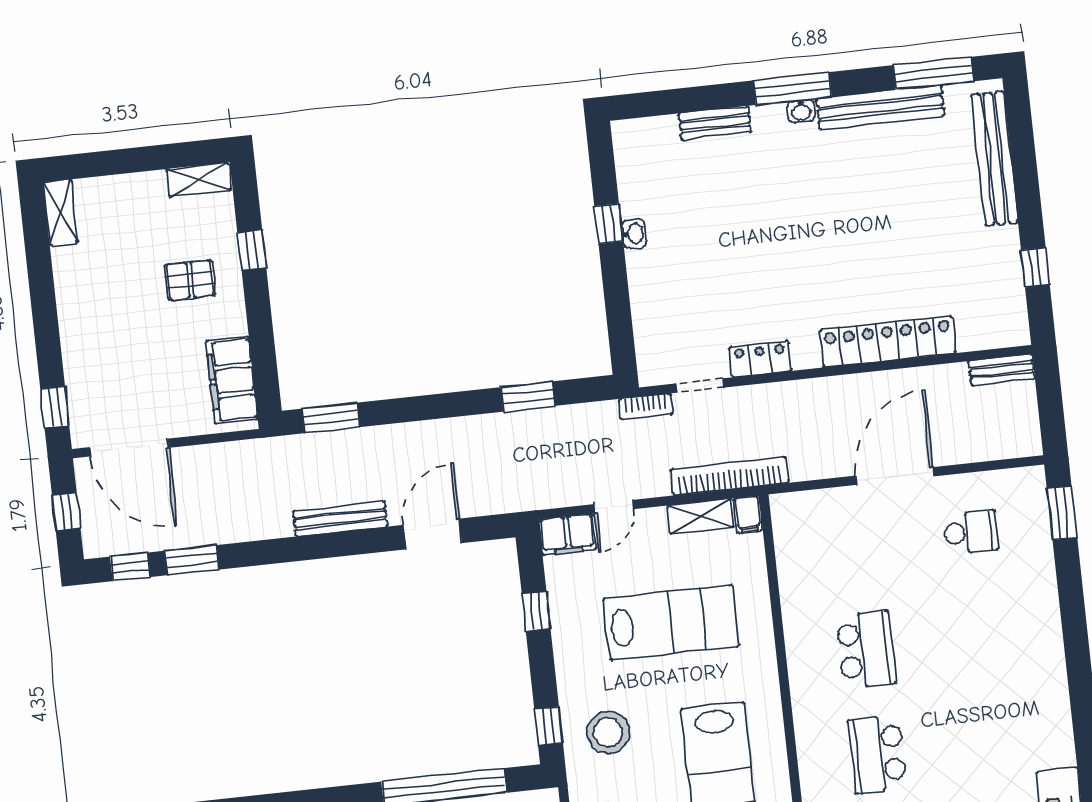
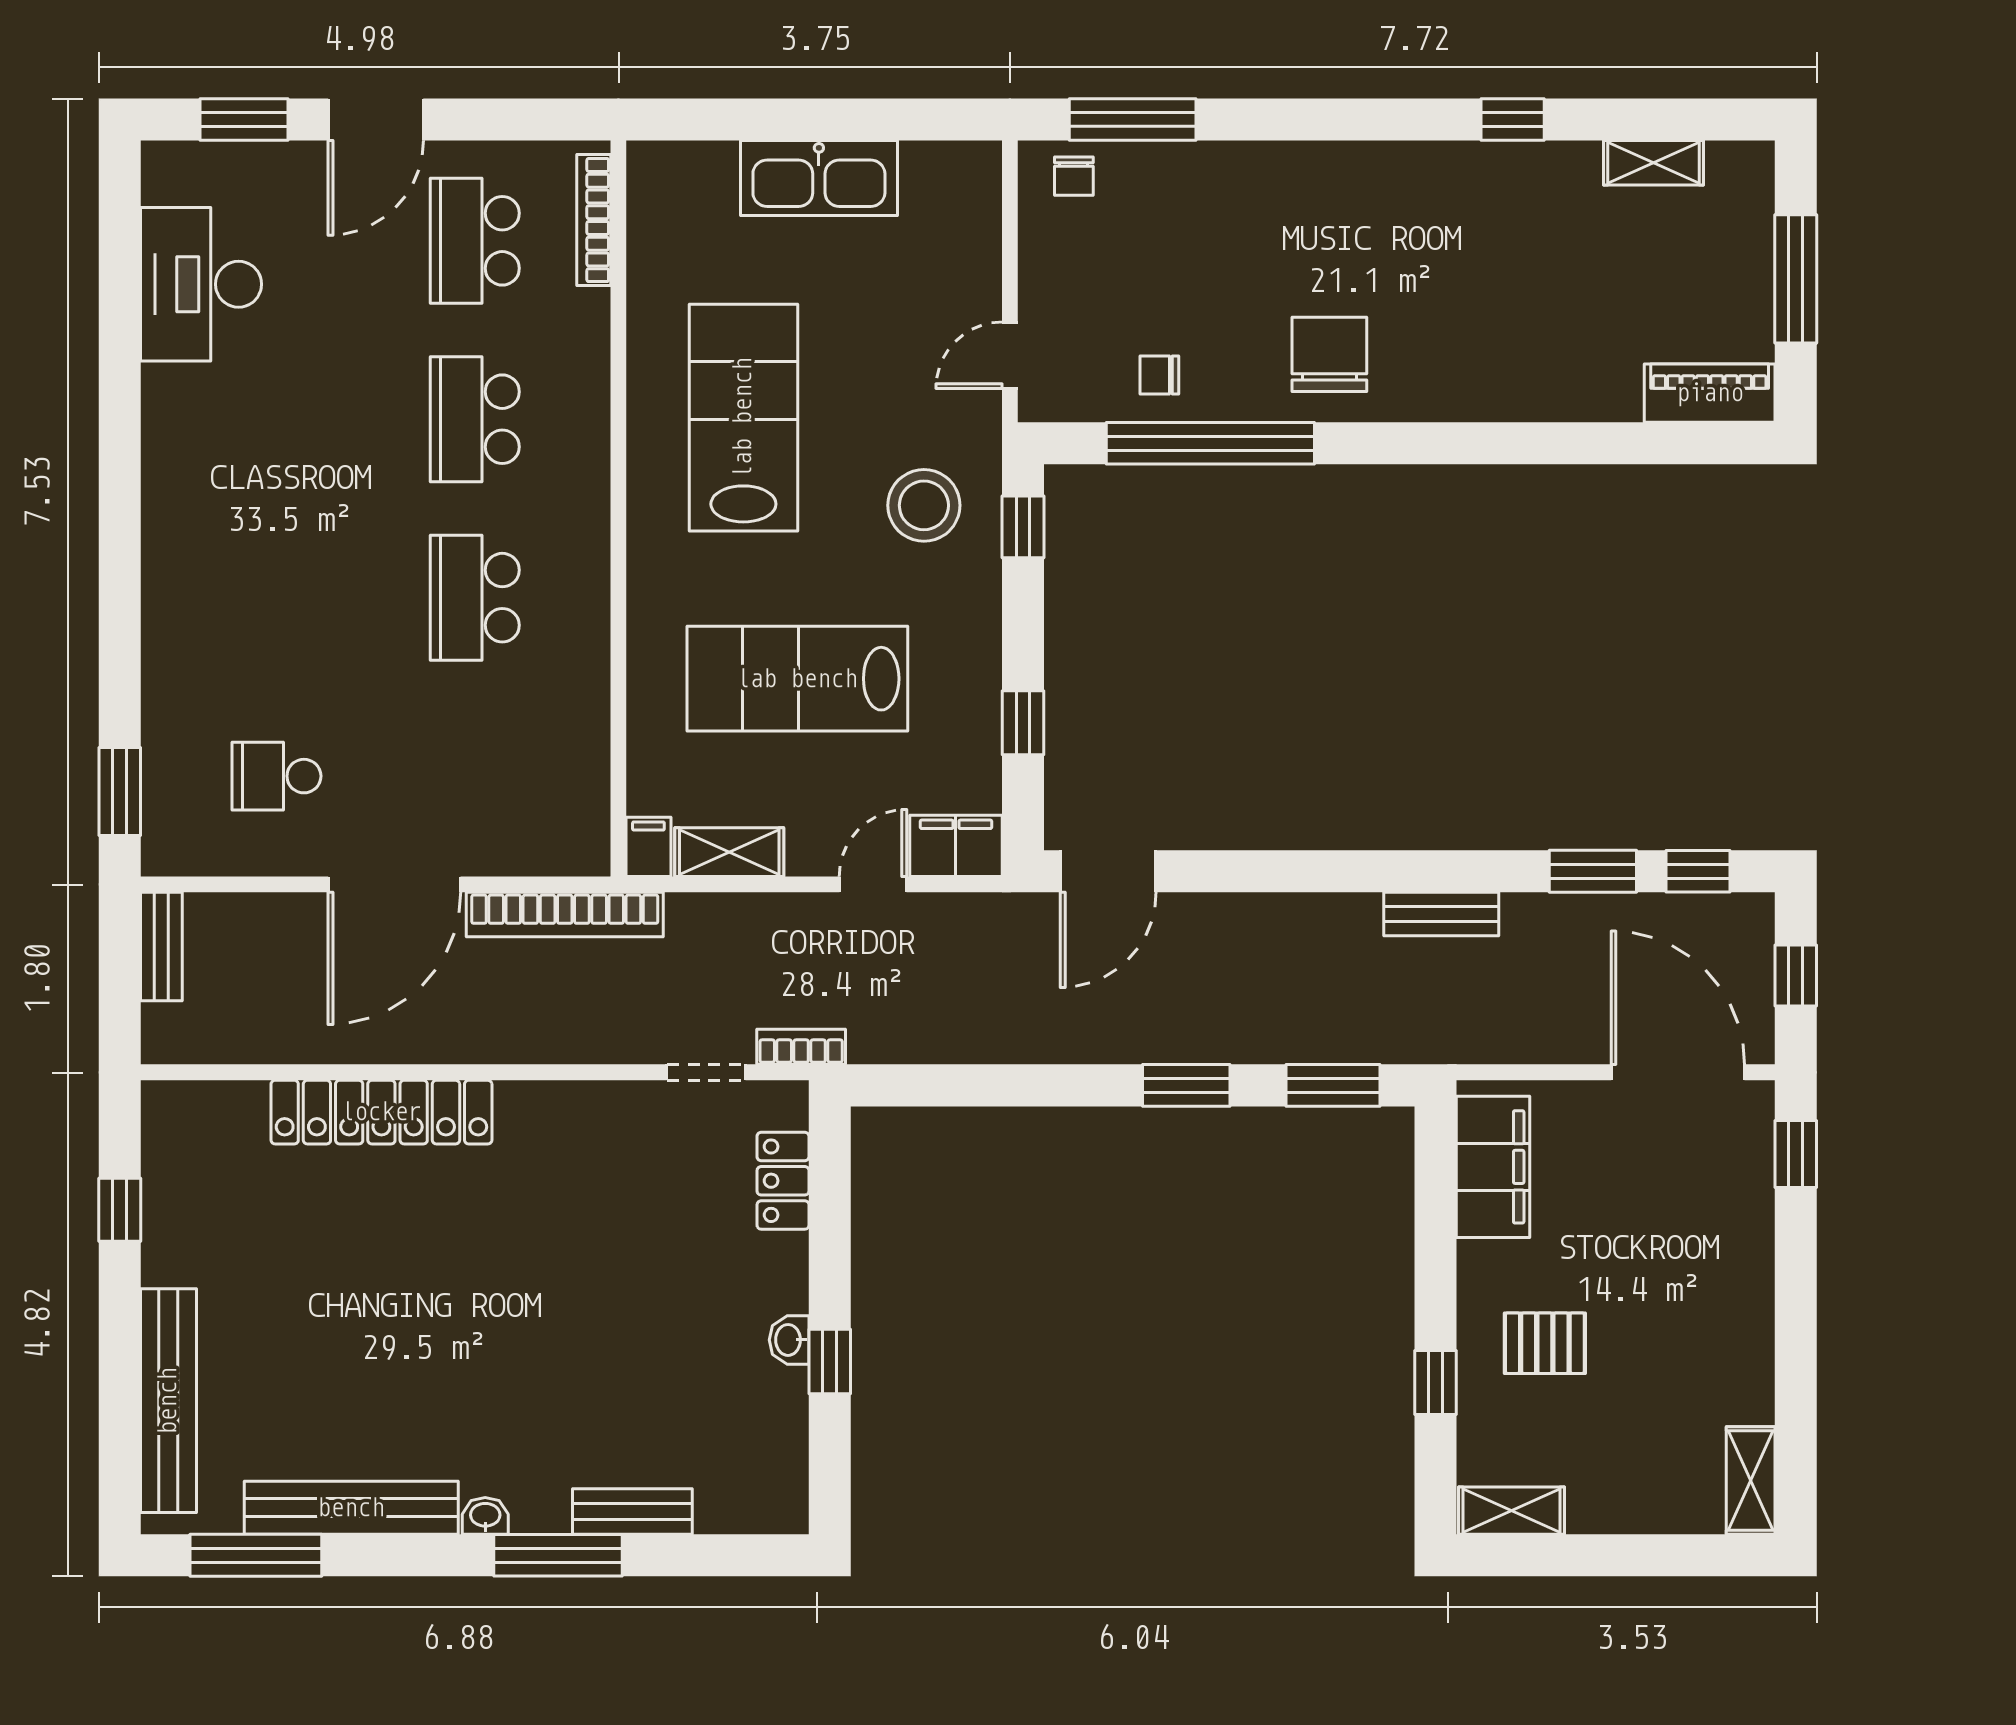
window: (793, 89) -> (558, 1555), moved
locker: (760, 359) -> (783, 1181), moved, turned 90
bench: (1002, 370) -> (161, 947), moved, turned 90
window: (528, 396) -> (1186, 1085), moved
bookcase: (730, 476) -> (565, 915), moved
bench: (340, 519) -> (1441, 914), moved, width x0.73
door: (432, 534) -> (1108, 871), moved
school desk: (877, 754) -> (475, 419), turned 180

